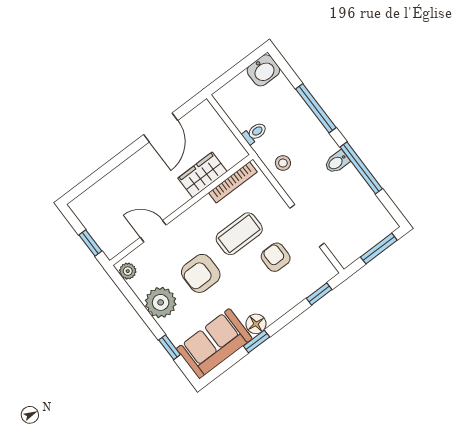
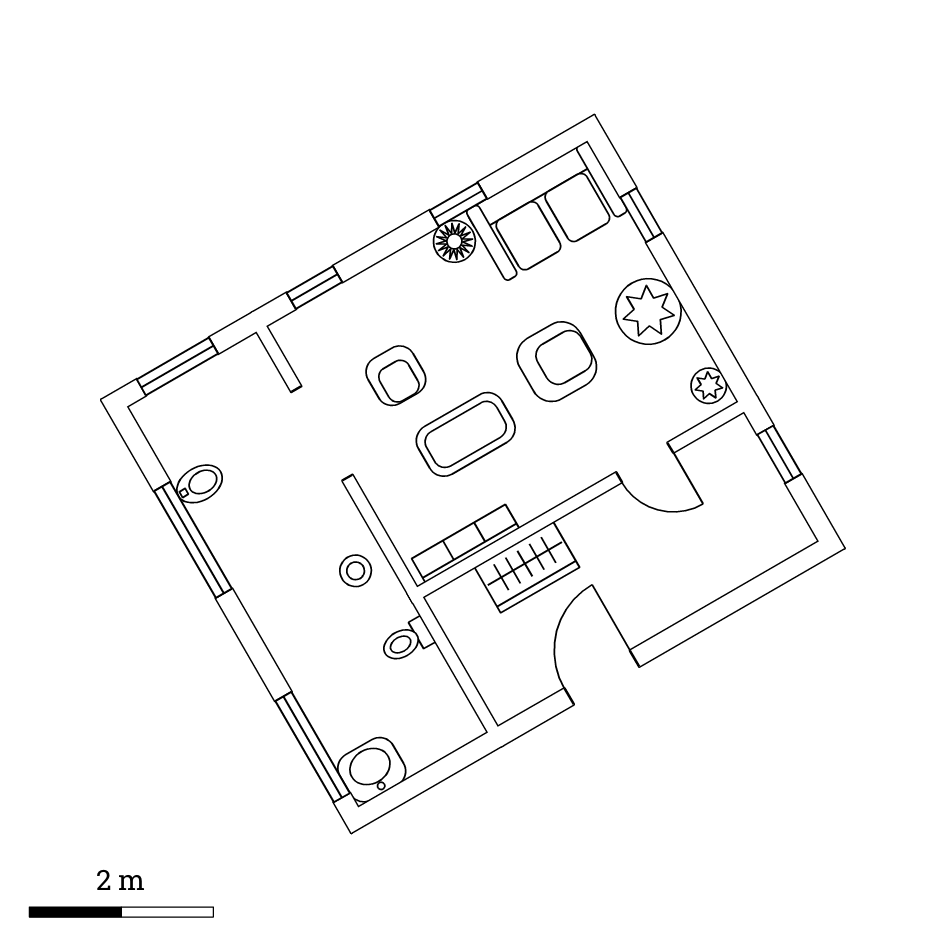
window: (316, 108) -> (313, 747), moved
bidet: (337, 162) -> (200, 484), moved

